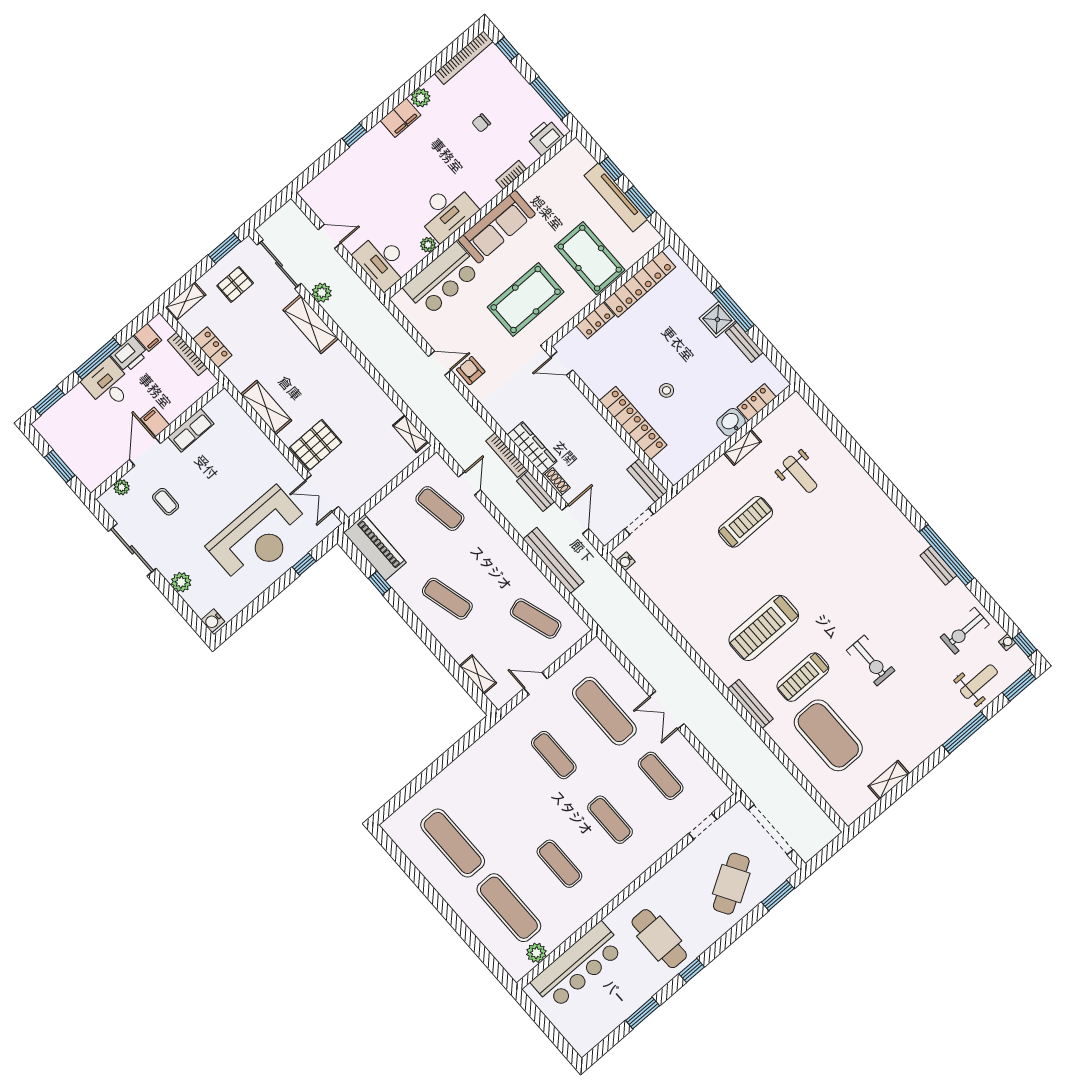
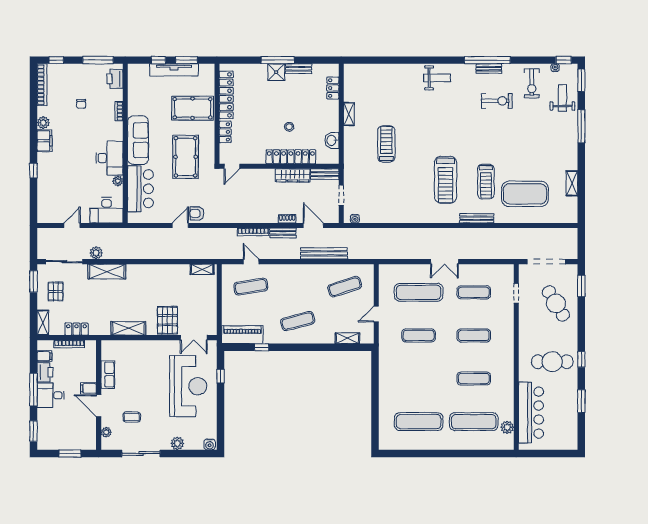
washbasin: (731, 422) -> (332, 140), moved
wardrobe: (532, 448) -> (293, 175), moved, turned 180
weight bench: (800, 474) -> (437, 78), moved
exercise bike: (871, 661) -> (497, 101), moved

